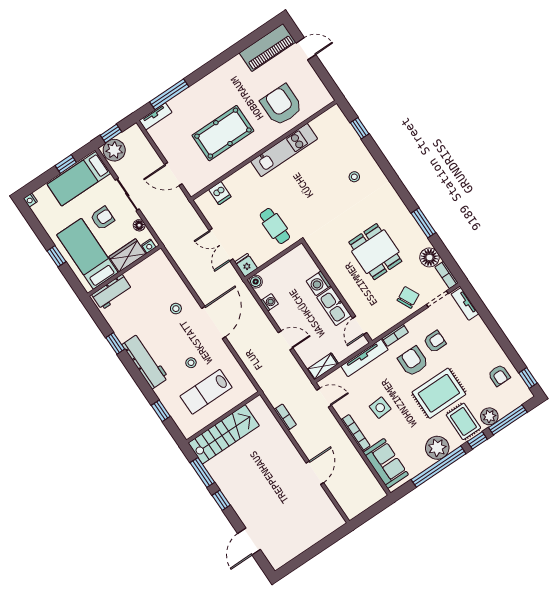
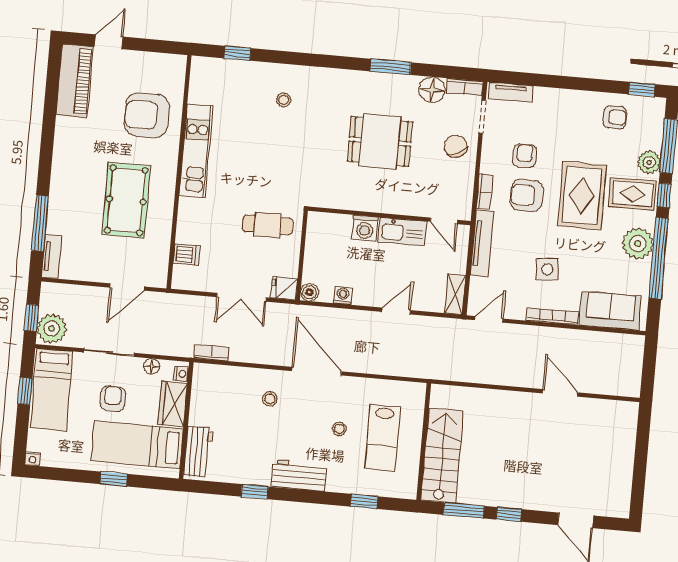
workbench: (145, 361) -> (299, 475), width x0.73
bookcase: (285, 417) -> (212, 353), moved

